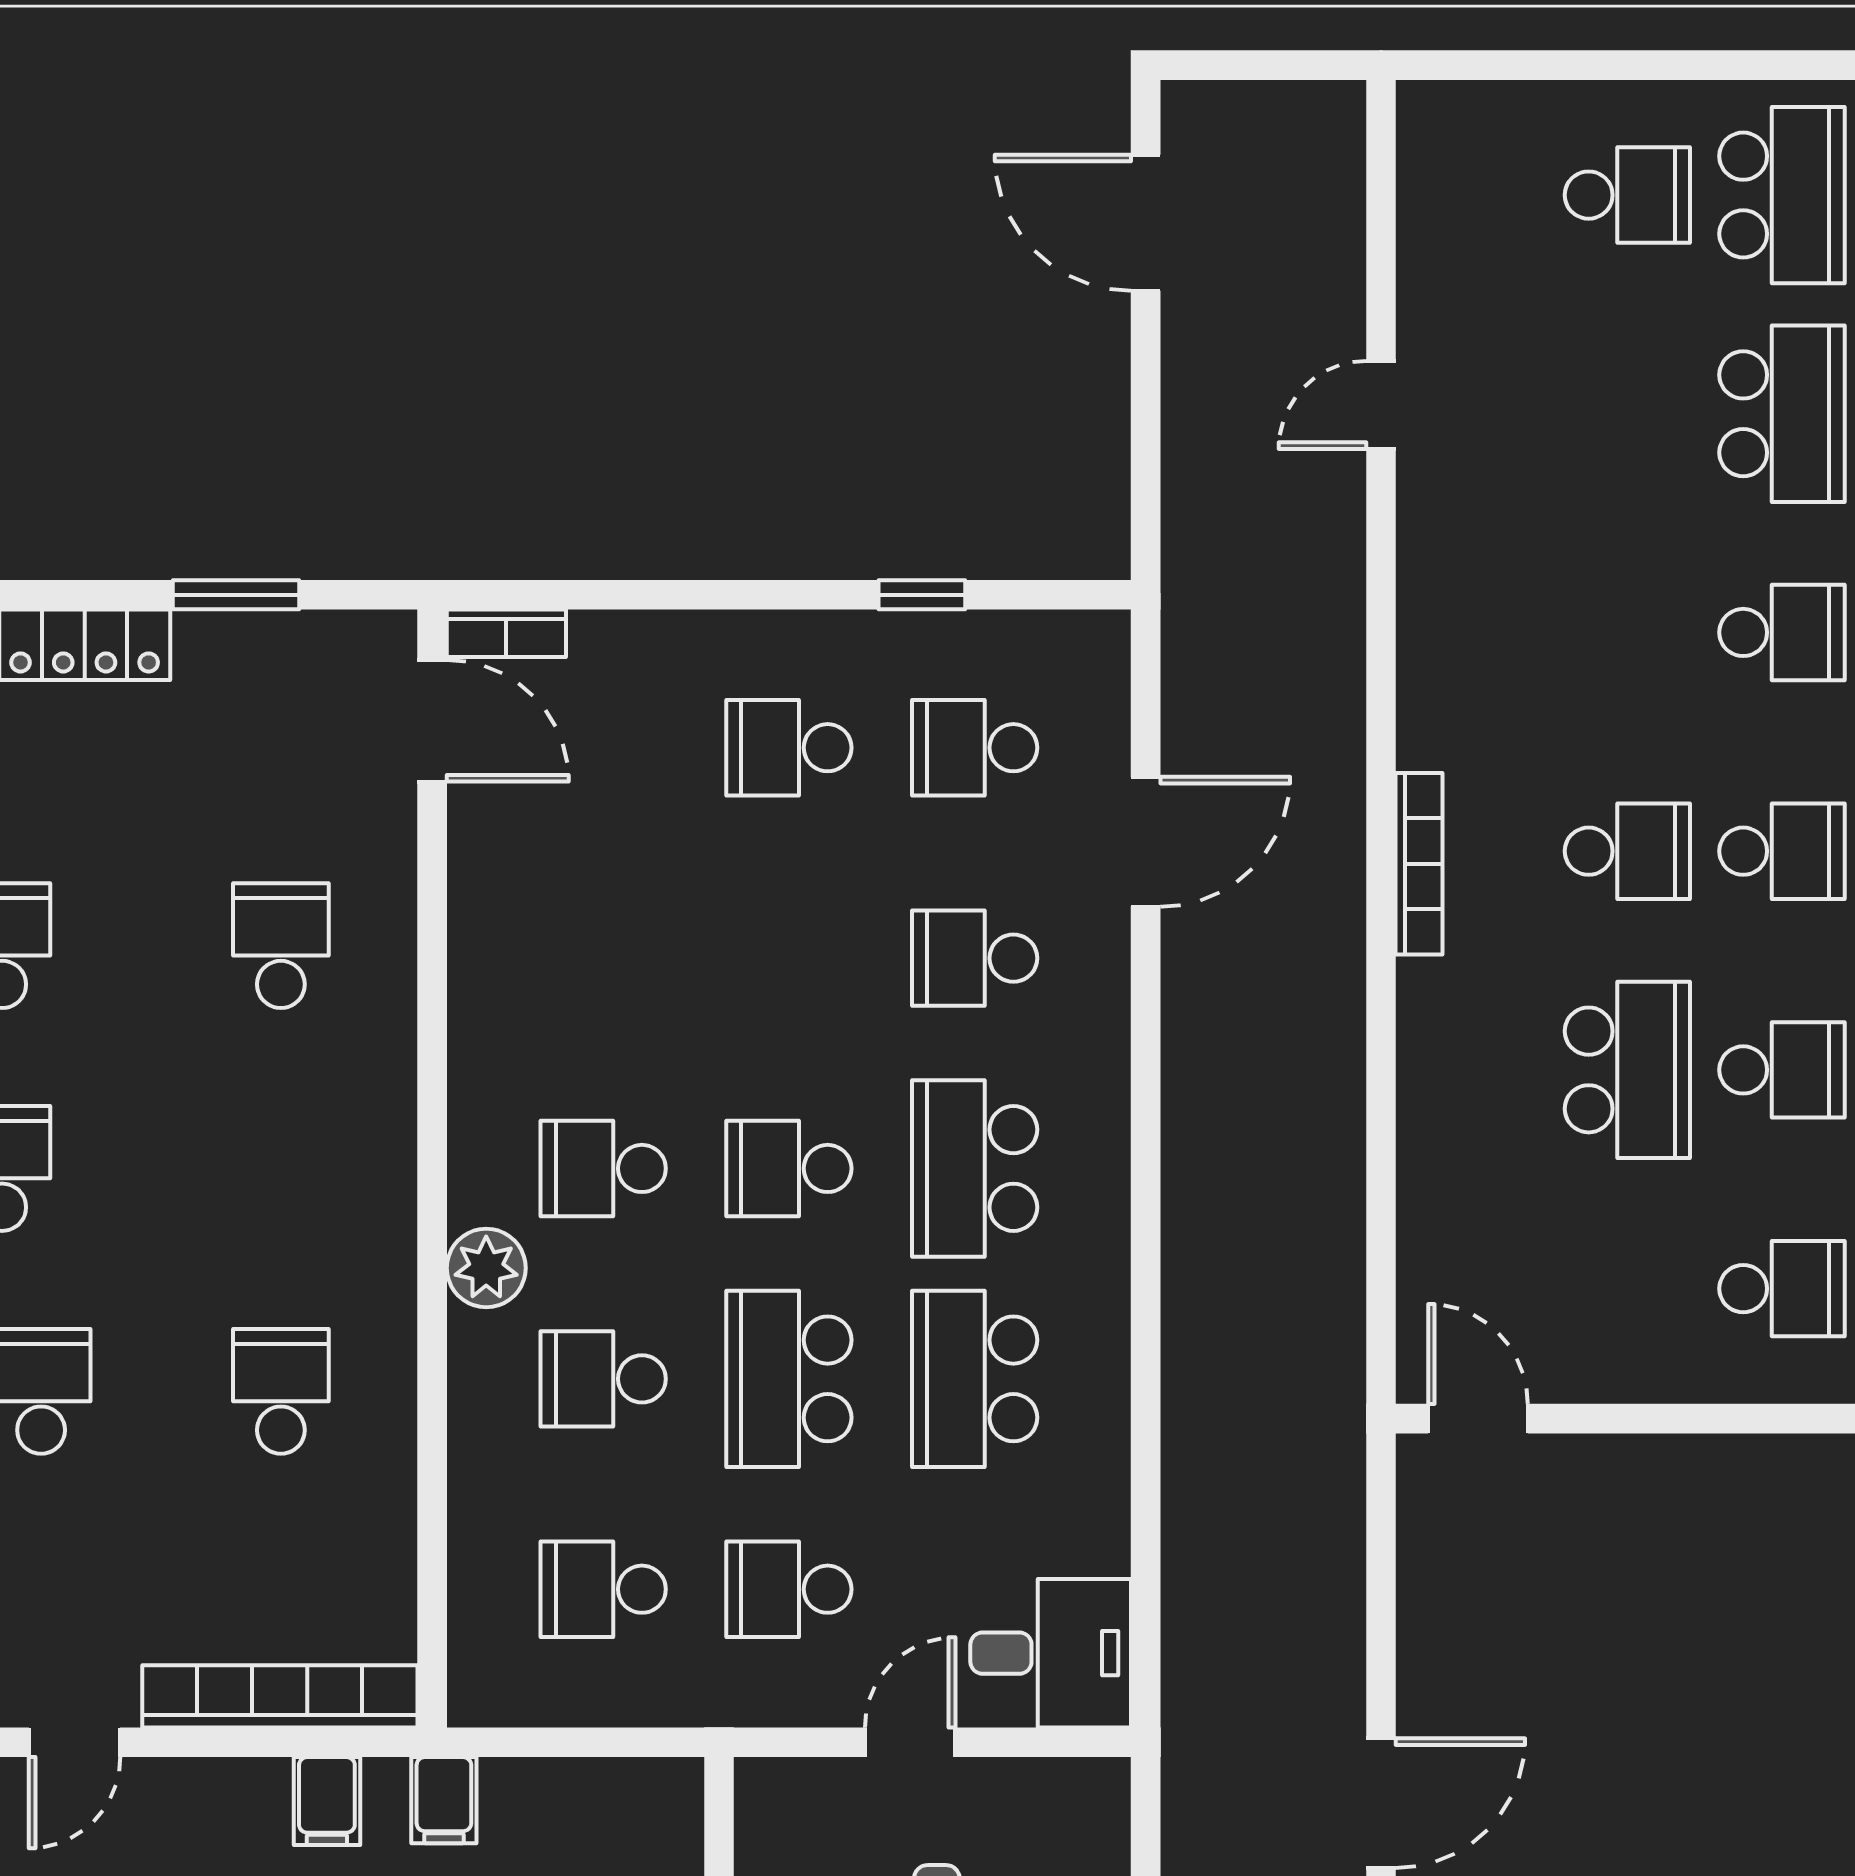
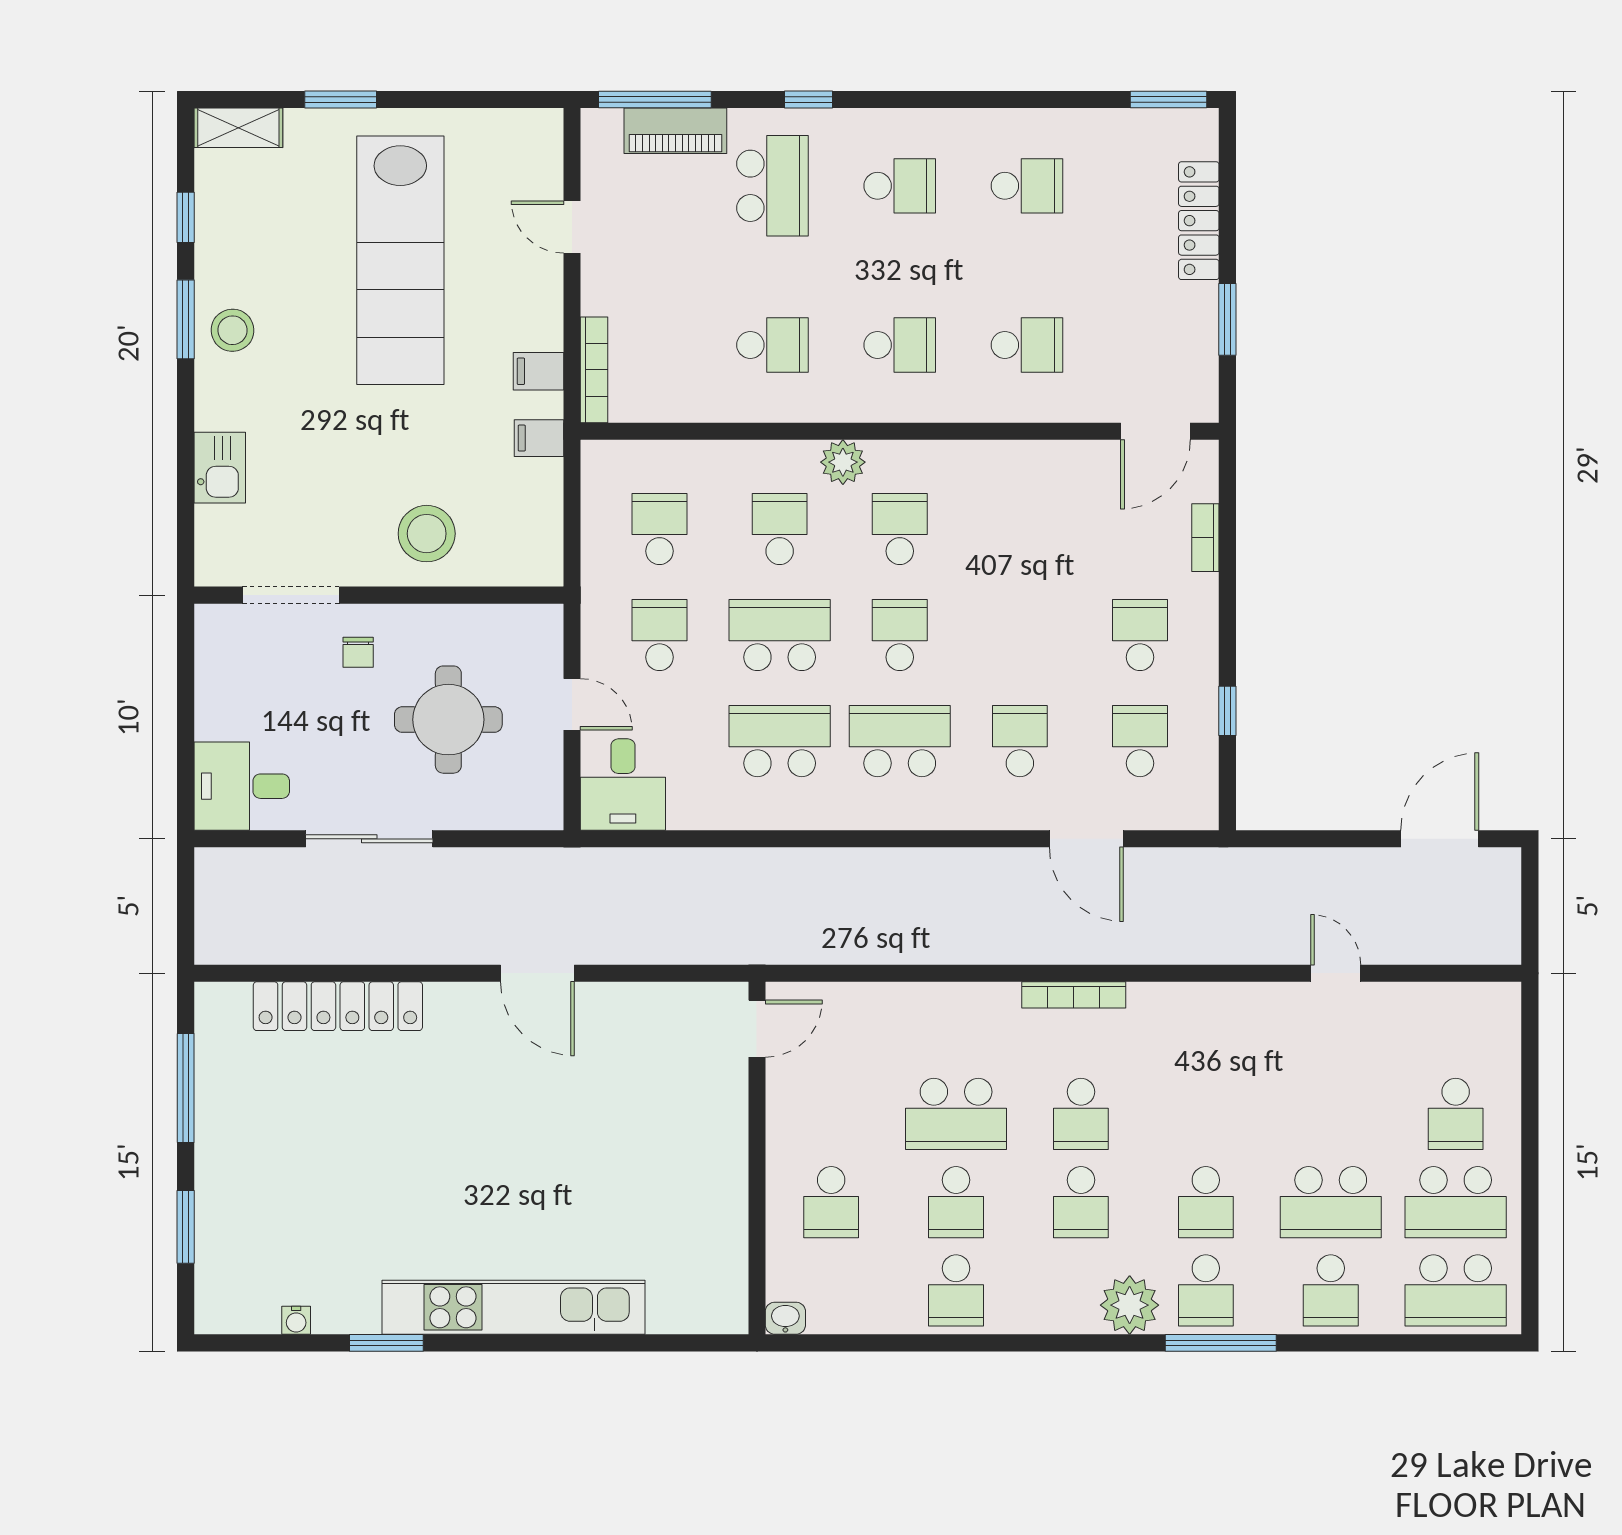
bookcase: (506, 633) -> (1205, 538), moved
school desk: (281, 1168) -> (900, 345), added
bookcase: (280, 1696) -> (594, 370), width x0.68, depth x0.76

